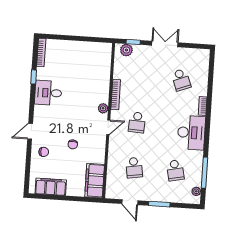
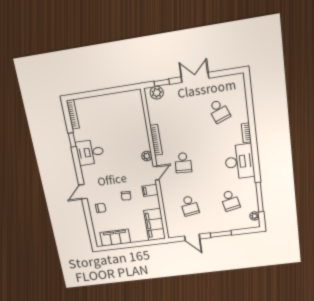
filing cabinet: (98, 144) -> (150, 190), added

